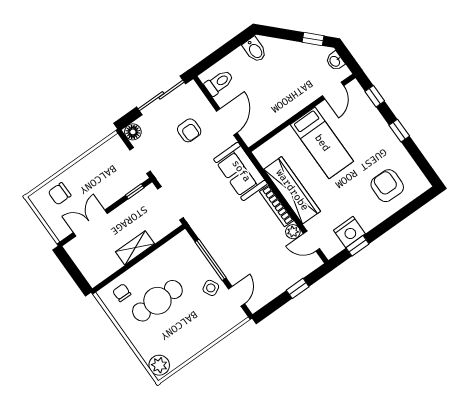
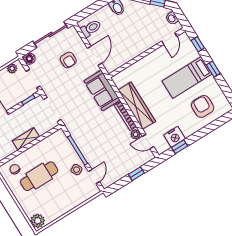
bed: (322, 143) -> (187, 78), moved, turned 90
plant: (109, 148) -> (12, 68), added

